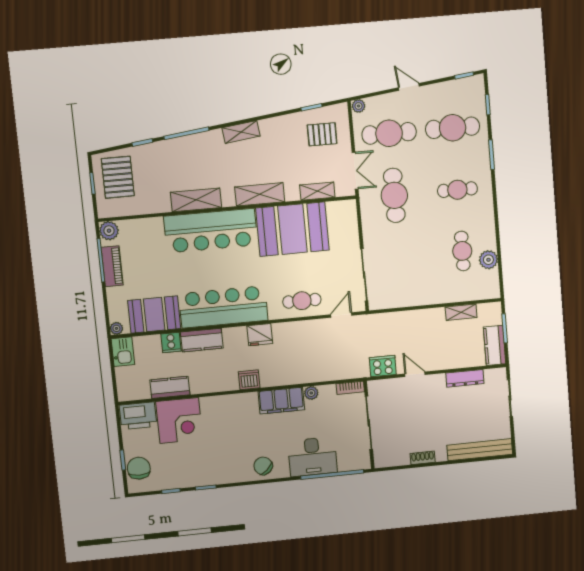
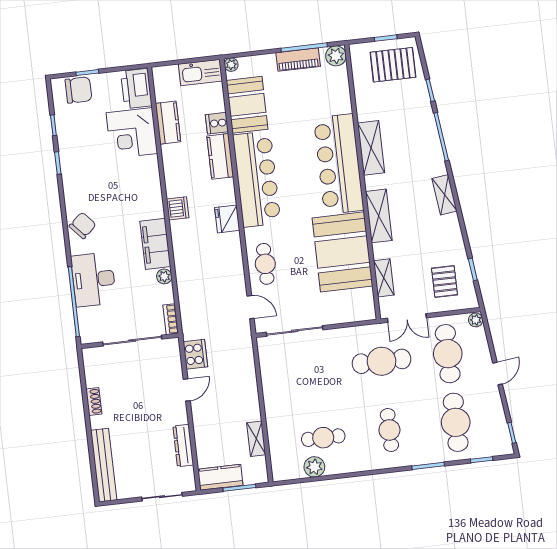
kitchen sink: (123, 352) -> (200, 72), width x1.38

